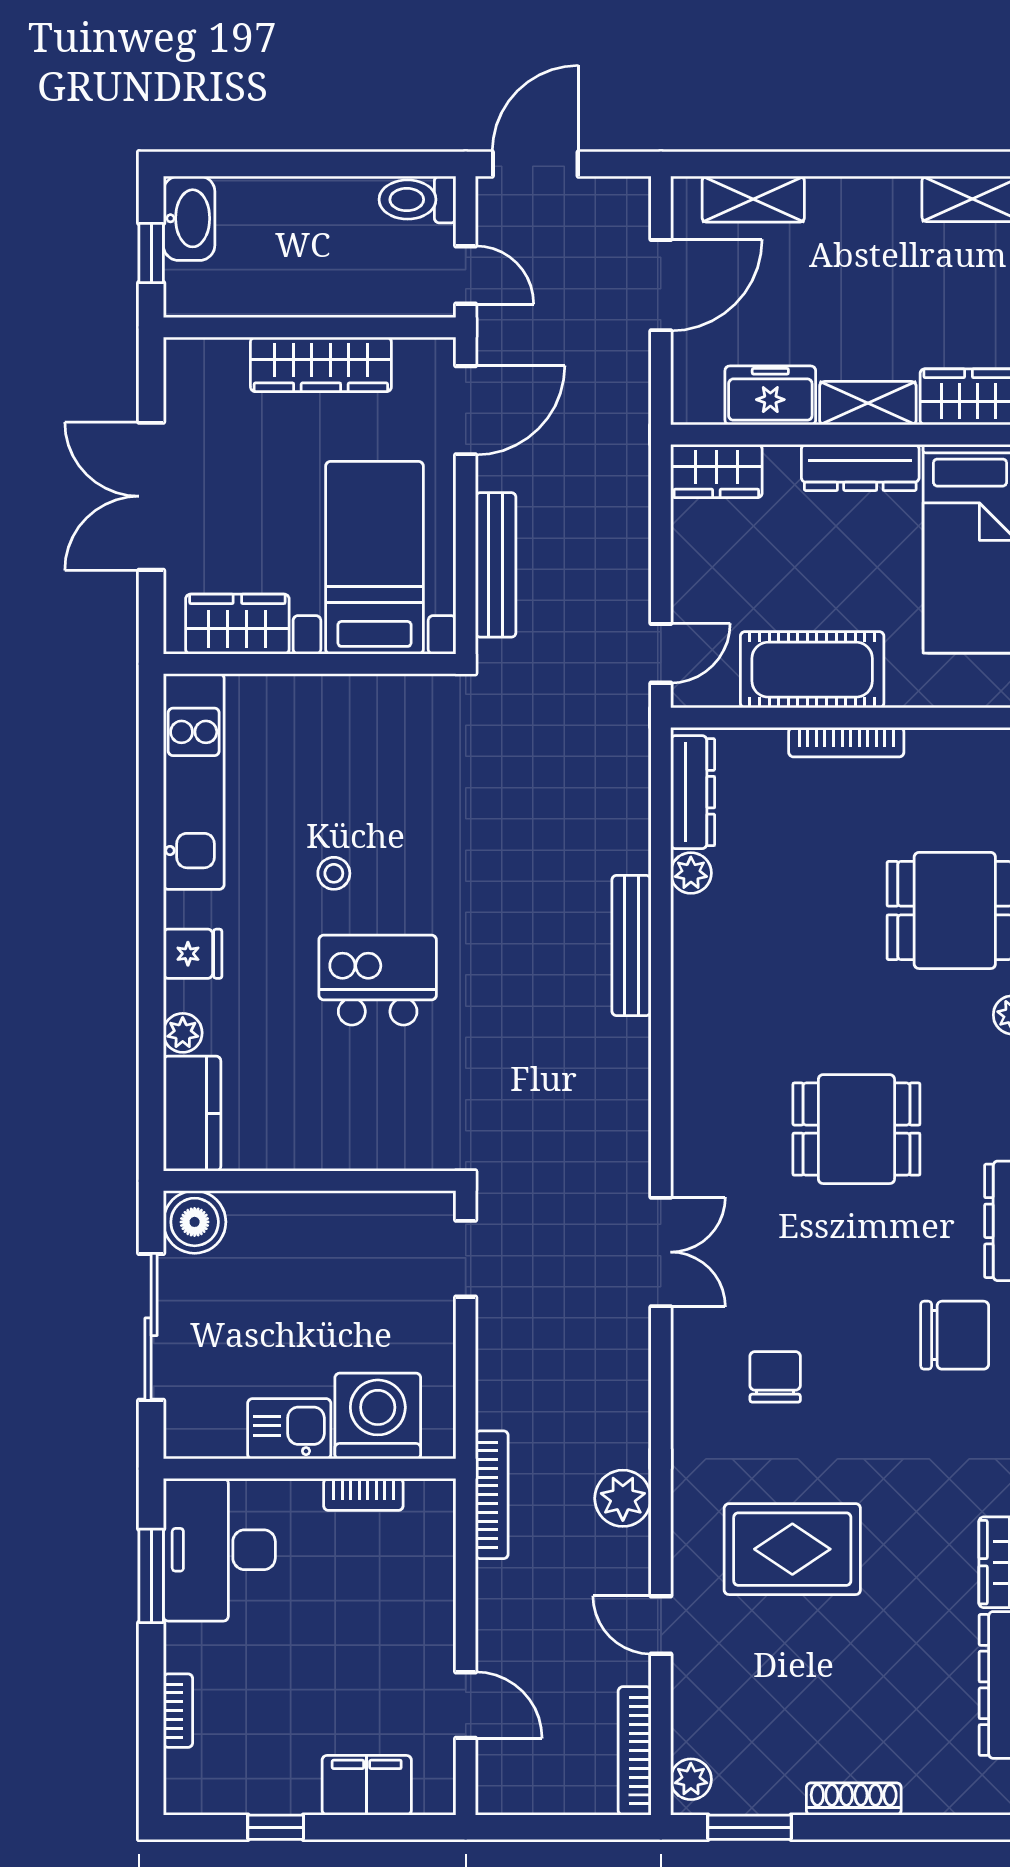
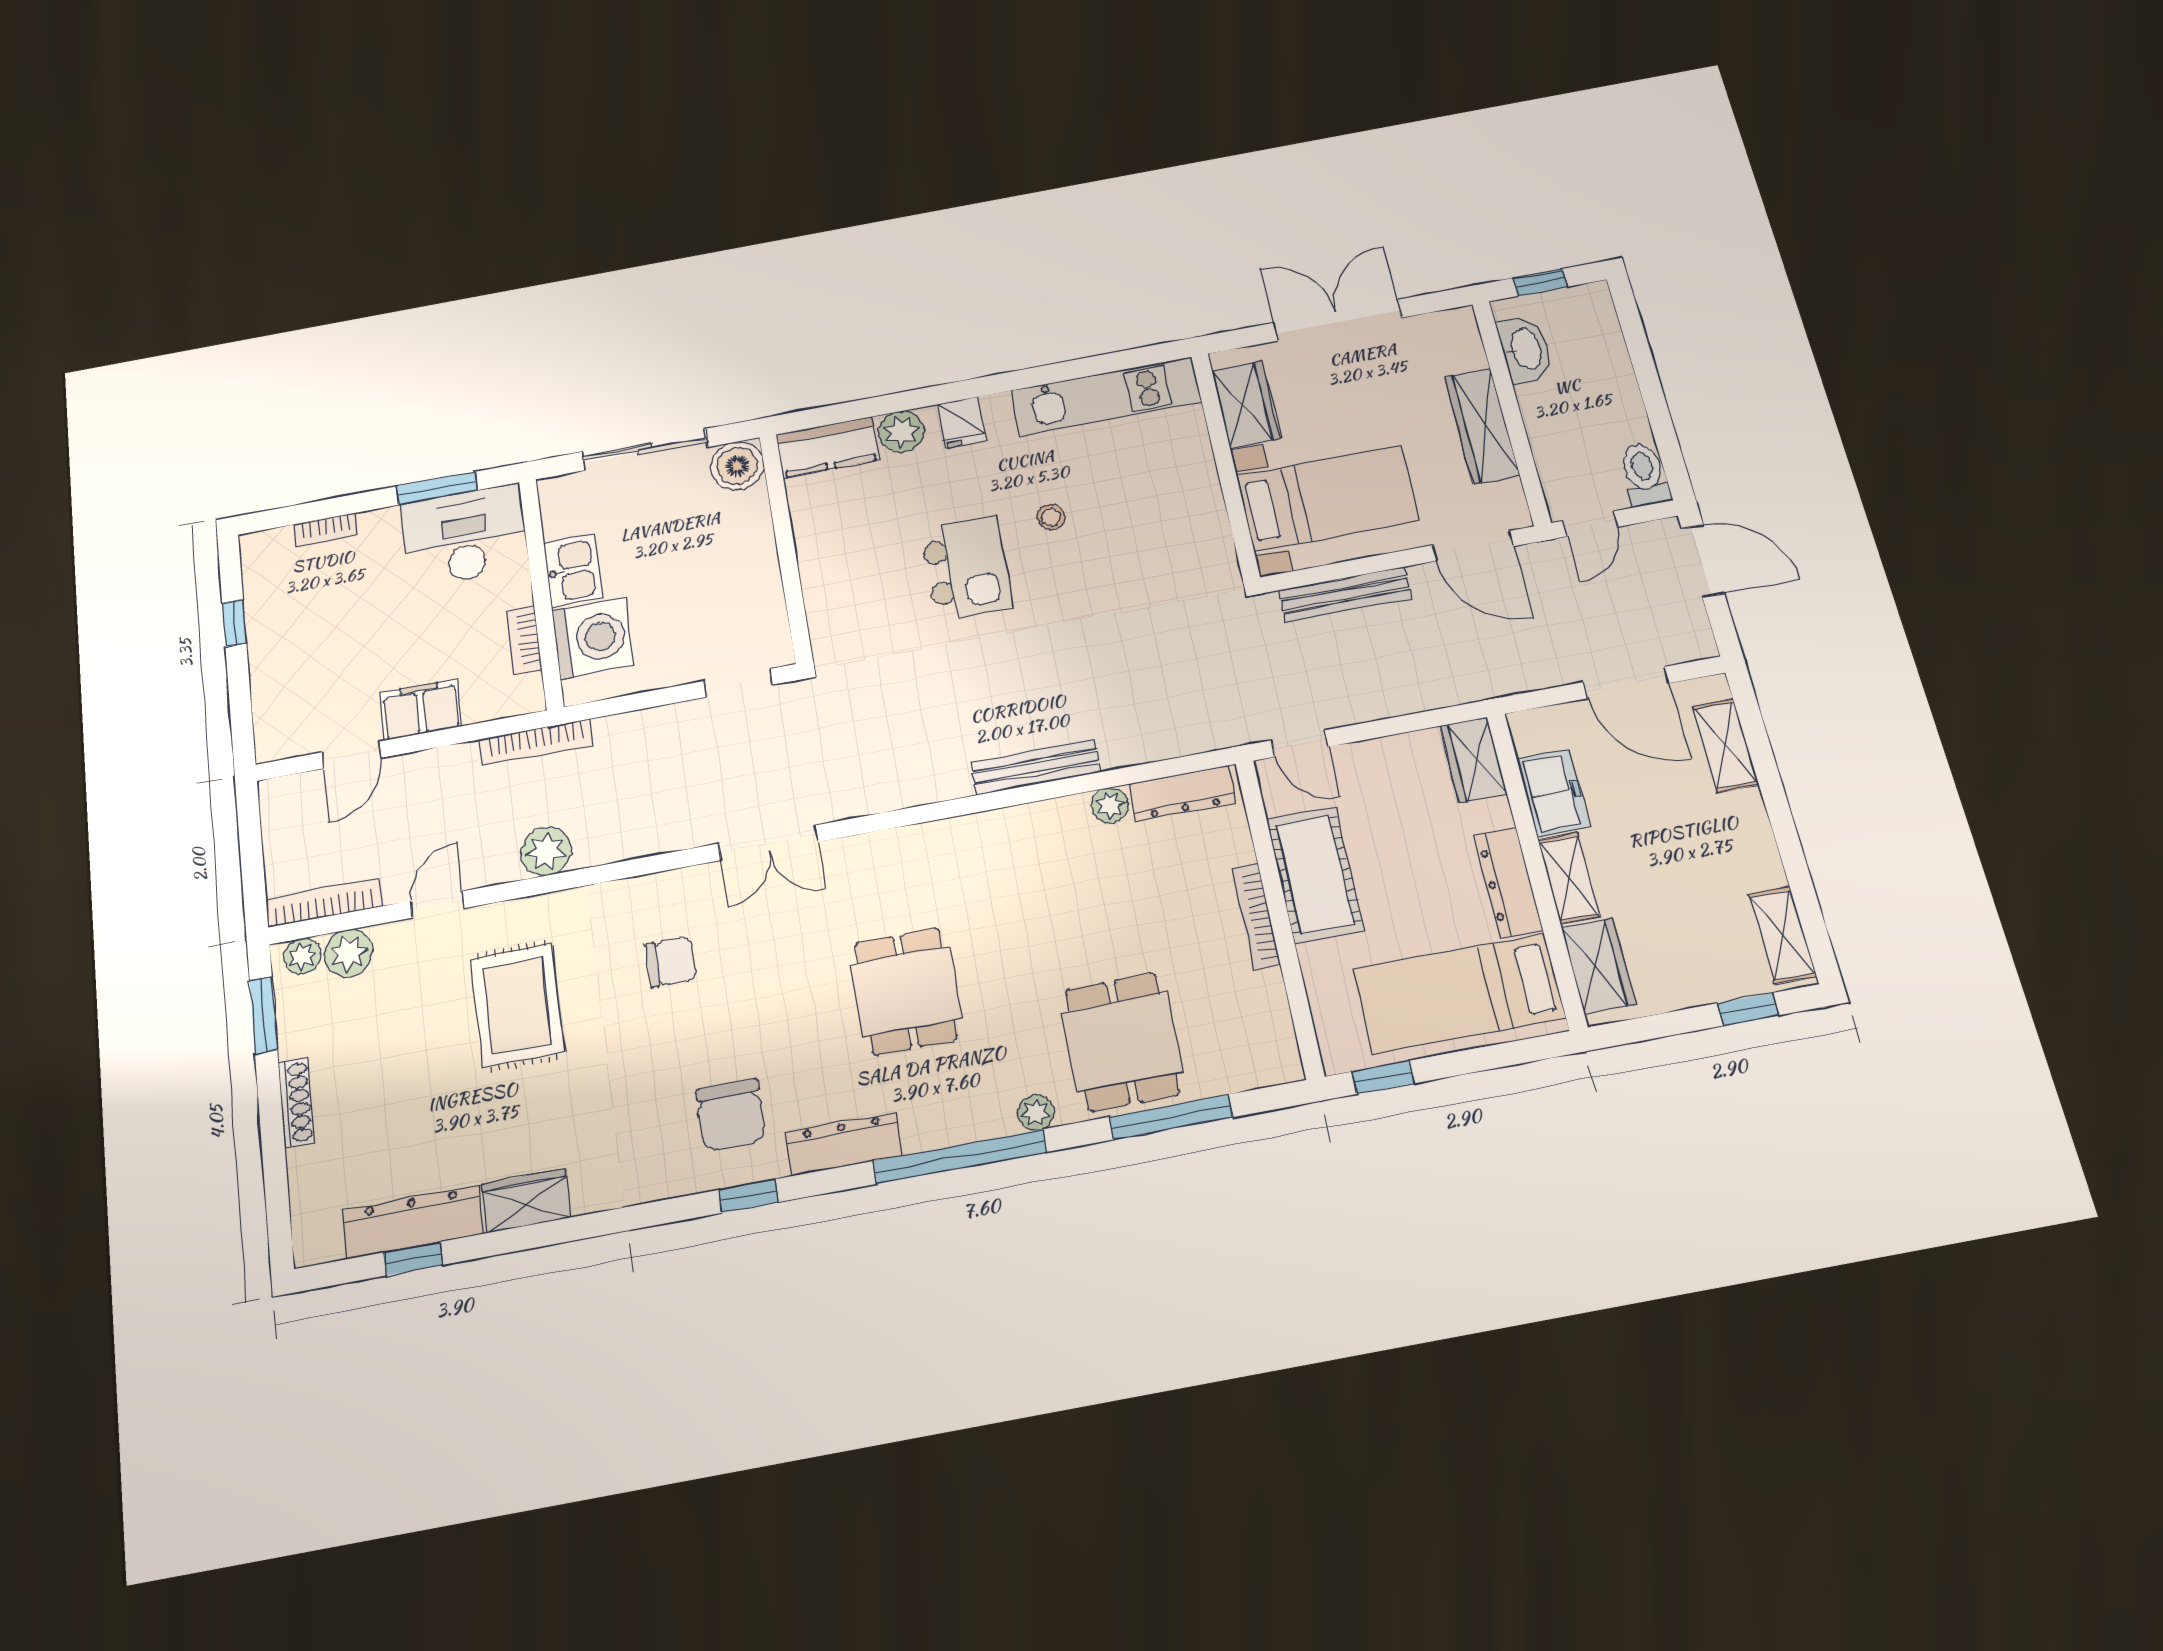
washbasin: (189, 218) -> (1525, 349), moved, turned -90
plant: (183, 1033) -> (901, 432), width x1.38, depth x1.38
plant: (697, 1728) -> (348, 953), added
filing cabinet: (367, 1785) -> (421, 710), moved, turned -90

